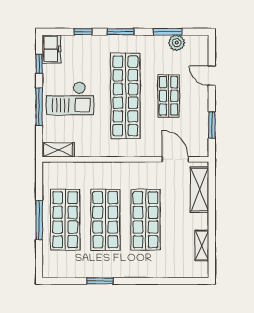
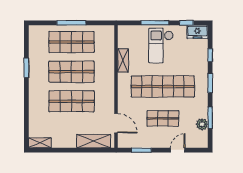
shelving: (58, 150) -> (123, 60), moved
door: (175, 159) -> (116, 123), hinge flipped
shelving: (202, 246) -> (40, 143), moved

